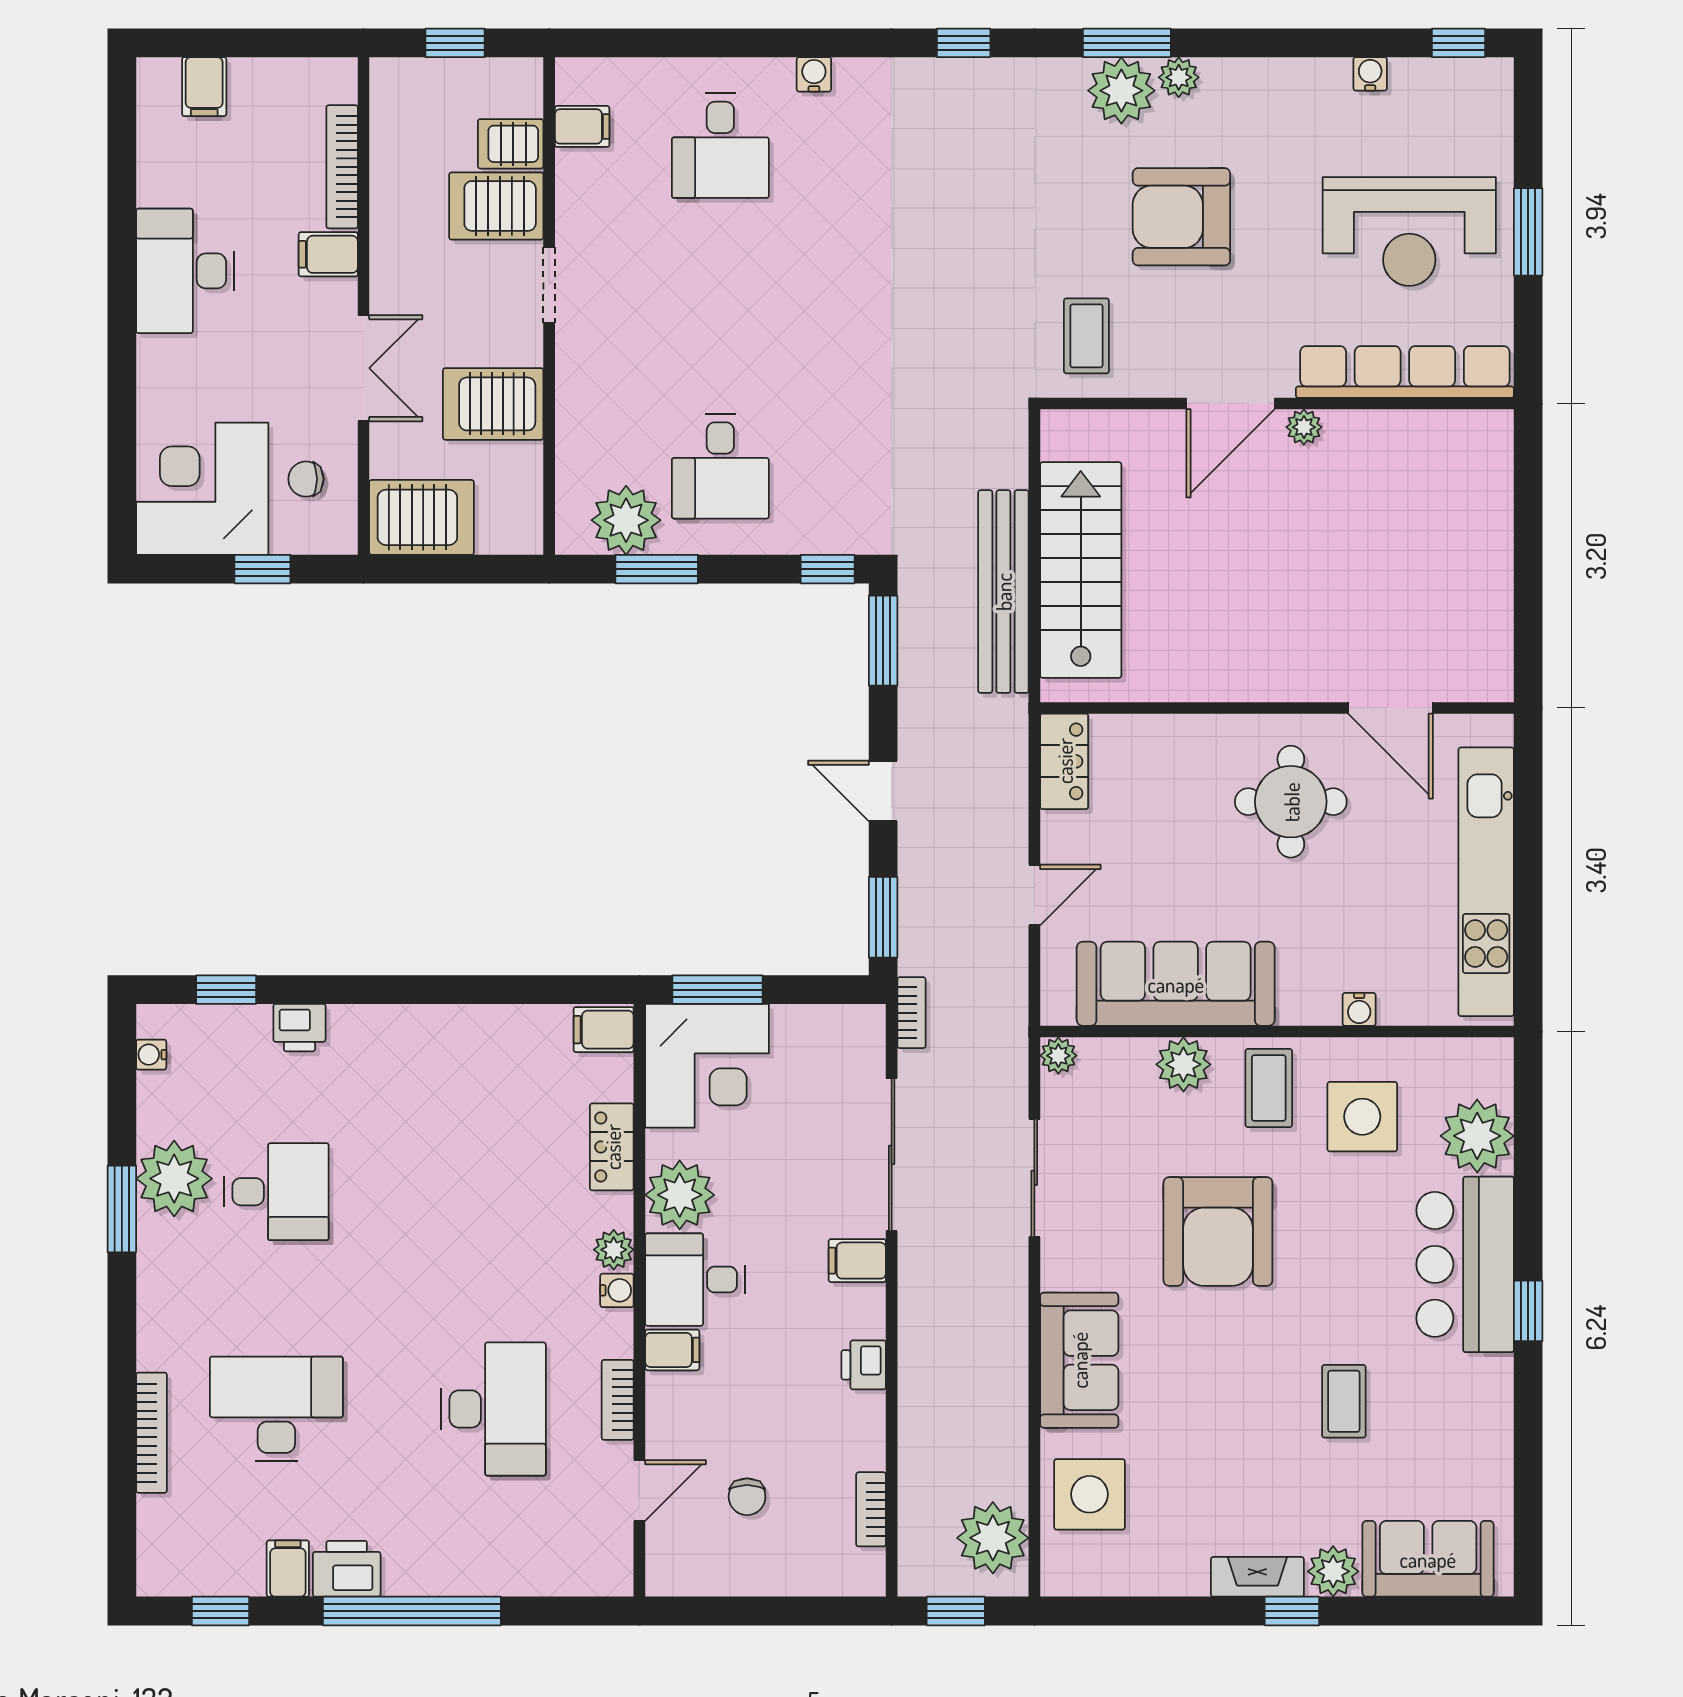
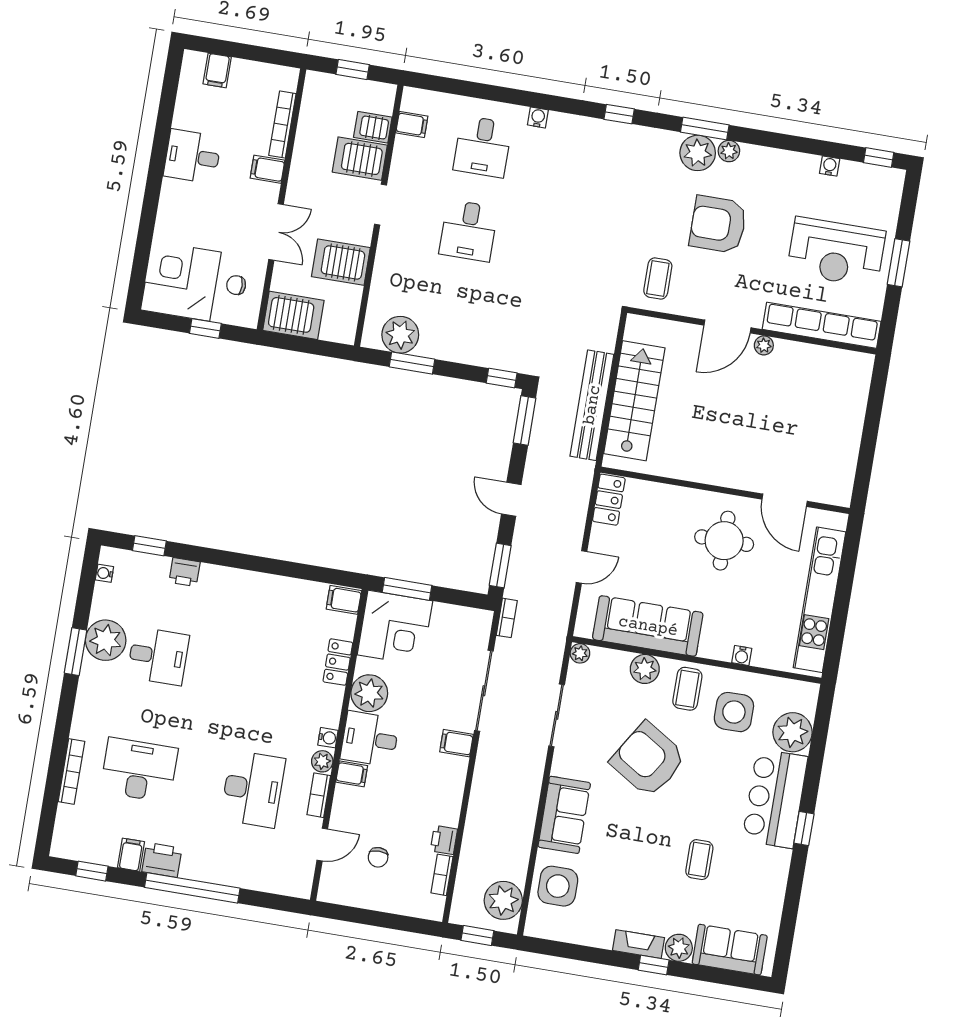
desk: (185, 271) -> (192, 156), width x0.73
desk: (720, 466) -> (469, 231), moved
armchair: (1218, 1231) -> (648, 760), turned 122
plant: (614, 1250) -> (322, 761), moved
printer: (864, 1365) -> (444, 840), moved

